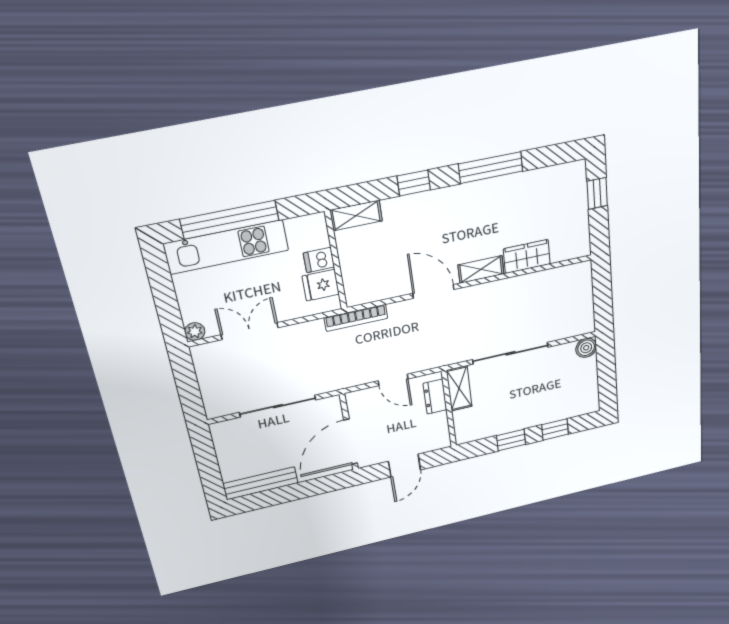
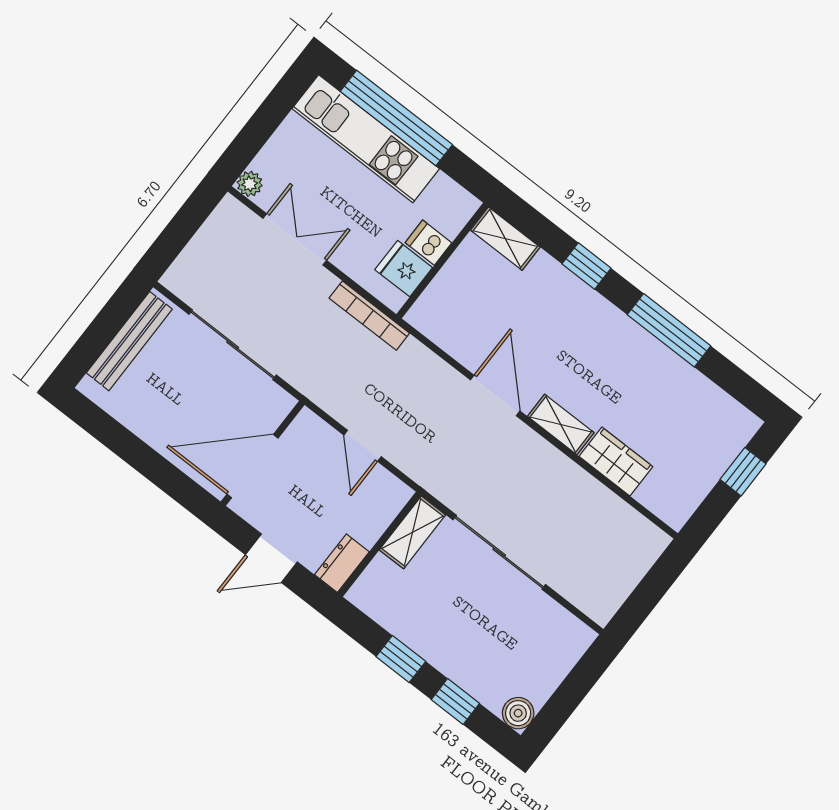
bookcase: (356, 318) -> (369, 316), moved
boiler: (586, 348) -> (518, 713), moved
dresser: (435, 397) -> (342, 563), moved
bench: (261, 483) -> (129, 341), moved, turned 90

